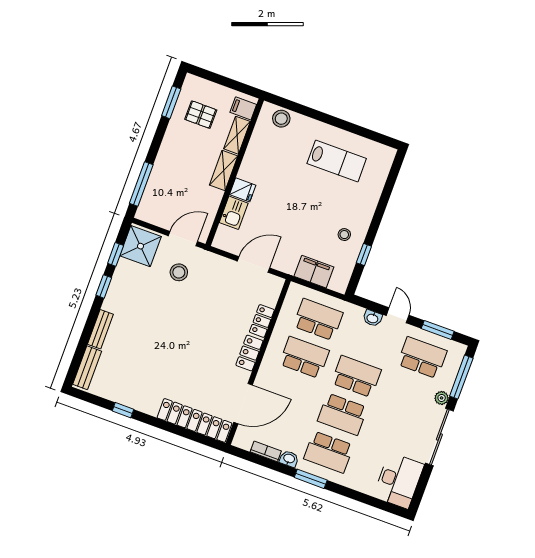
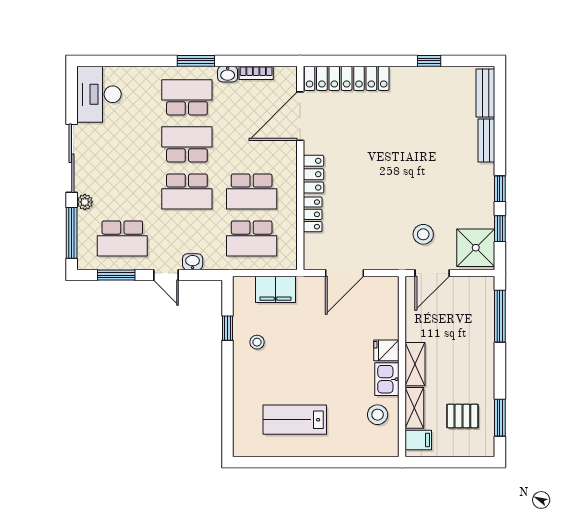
stool: (281, 119) -> (378, 415), moved
kitchen sink: (234, 213) -> (387, 379), moved

